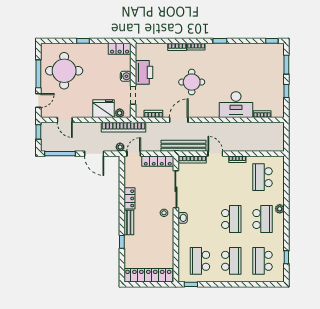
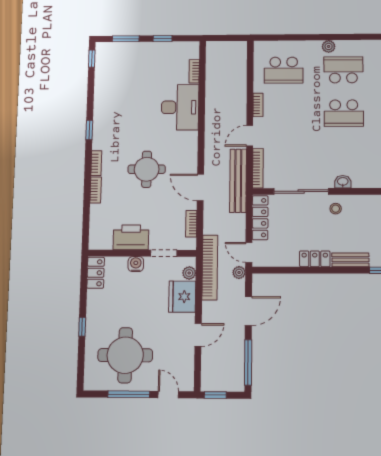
door: (65, 120) -> (198, 335), moved
school desk: (231, 219) -> (344, 113), turned 180

